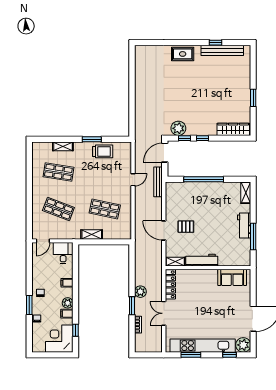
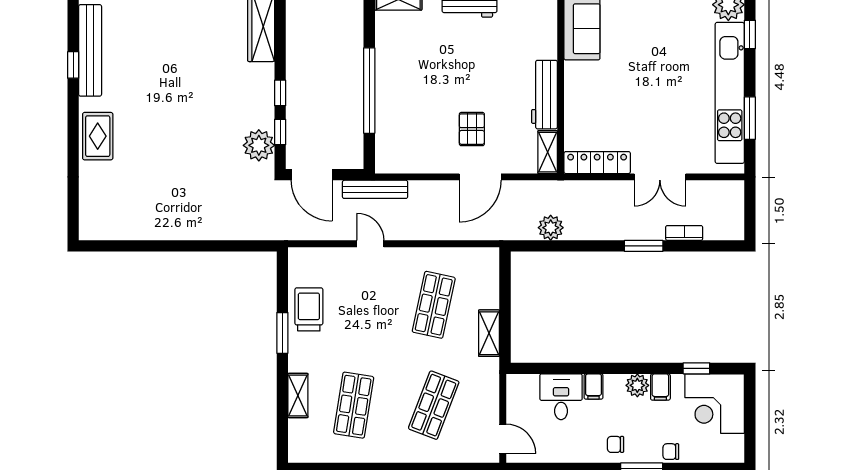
desk: (63, 253) -> (561, 397), moved, turned 90
plant: (140, 292) -> (551, 228), moved

